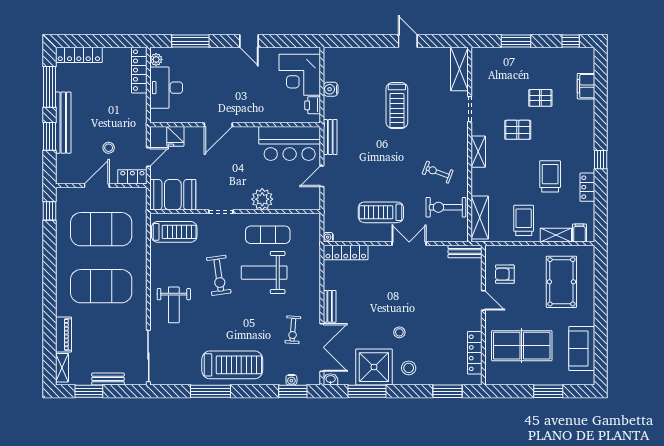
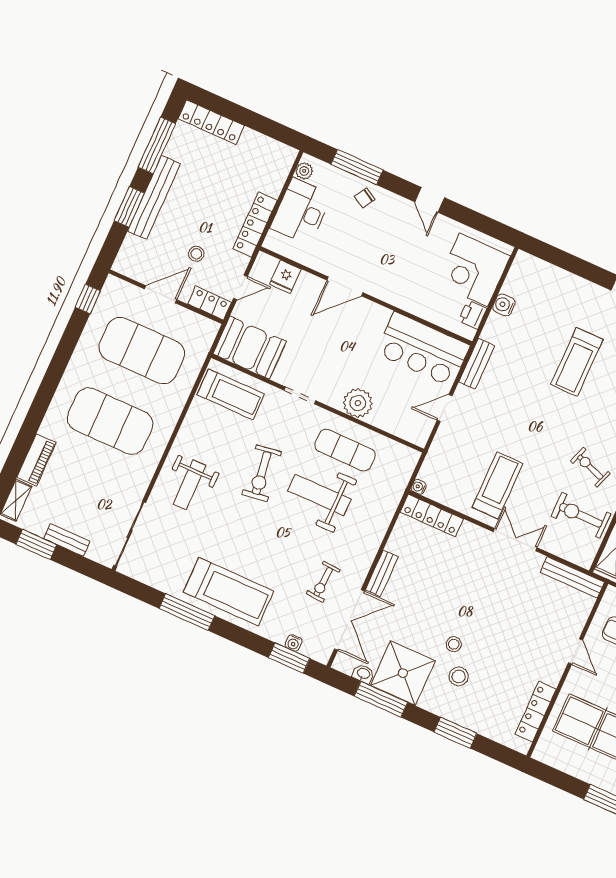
chair: (205, 59) -> (365, 198), added
locker: (139, 70) -> (255, 225), moved
treadmill: (381, 212) -> (498, 485), turned 90
bench: (465, 252) -> (572, 577), width x1.36
stool: (409, 368) -> (459, 676), moved
washbasin: (331, 379) -> (363, 674), moved
window: (448, 391) -> (455, 733), moved

